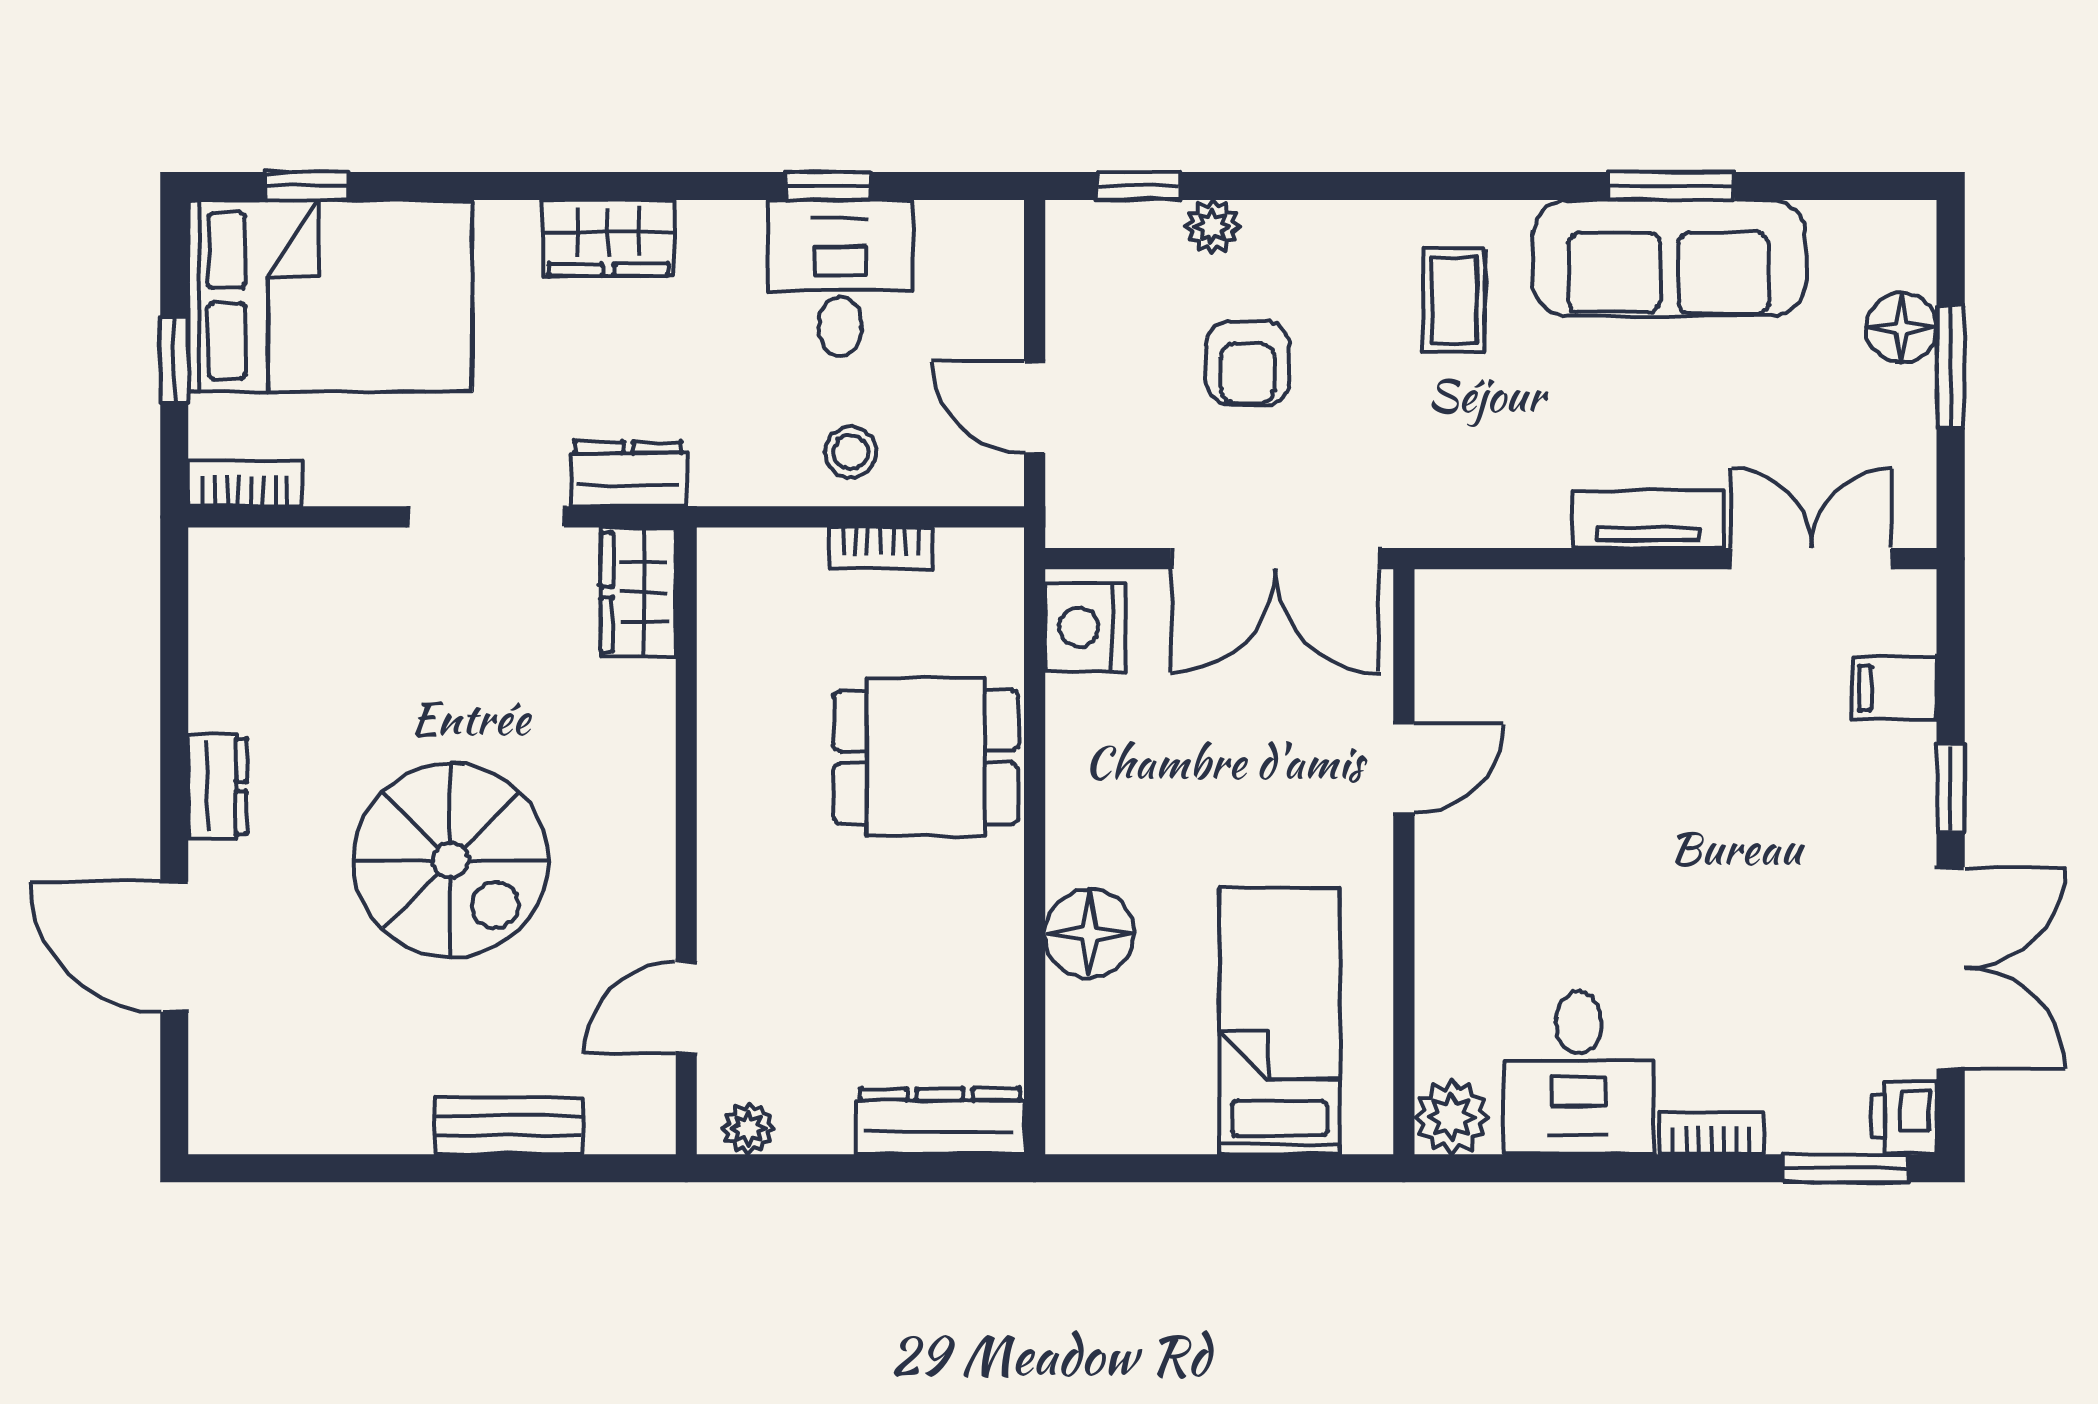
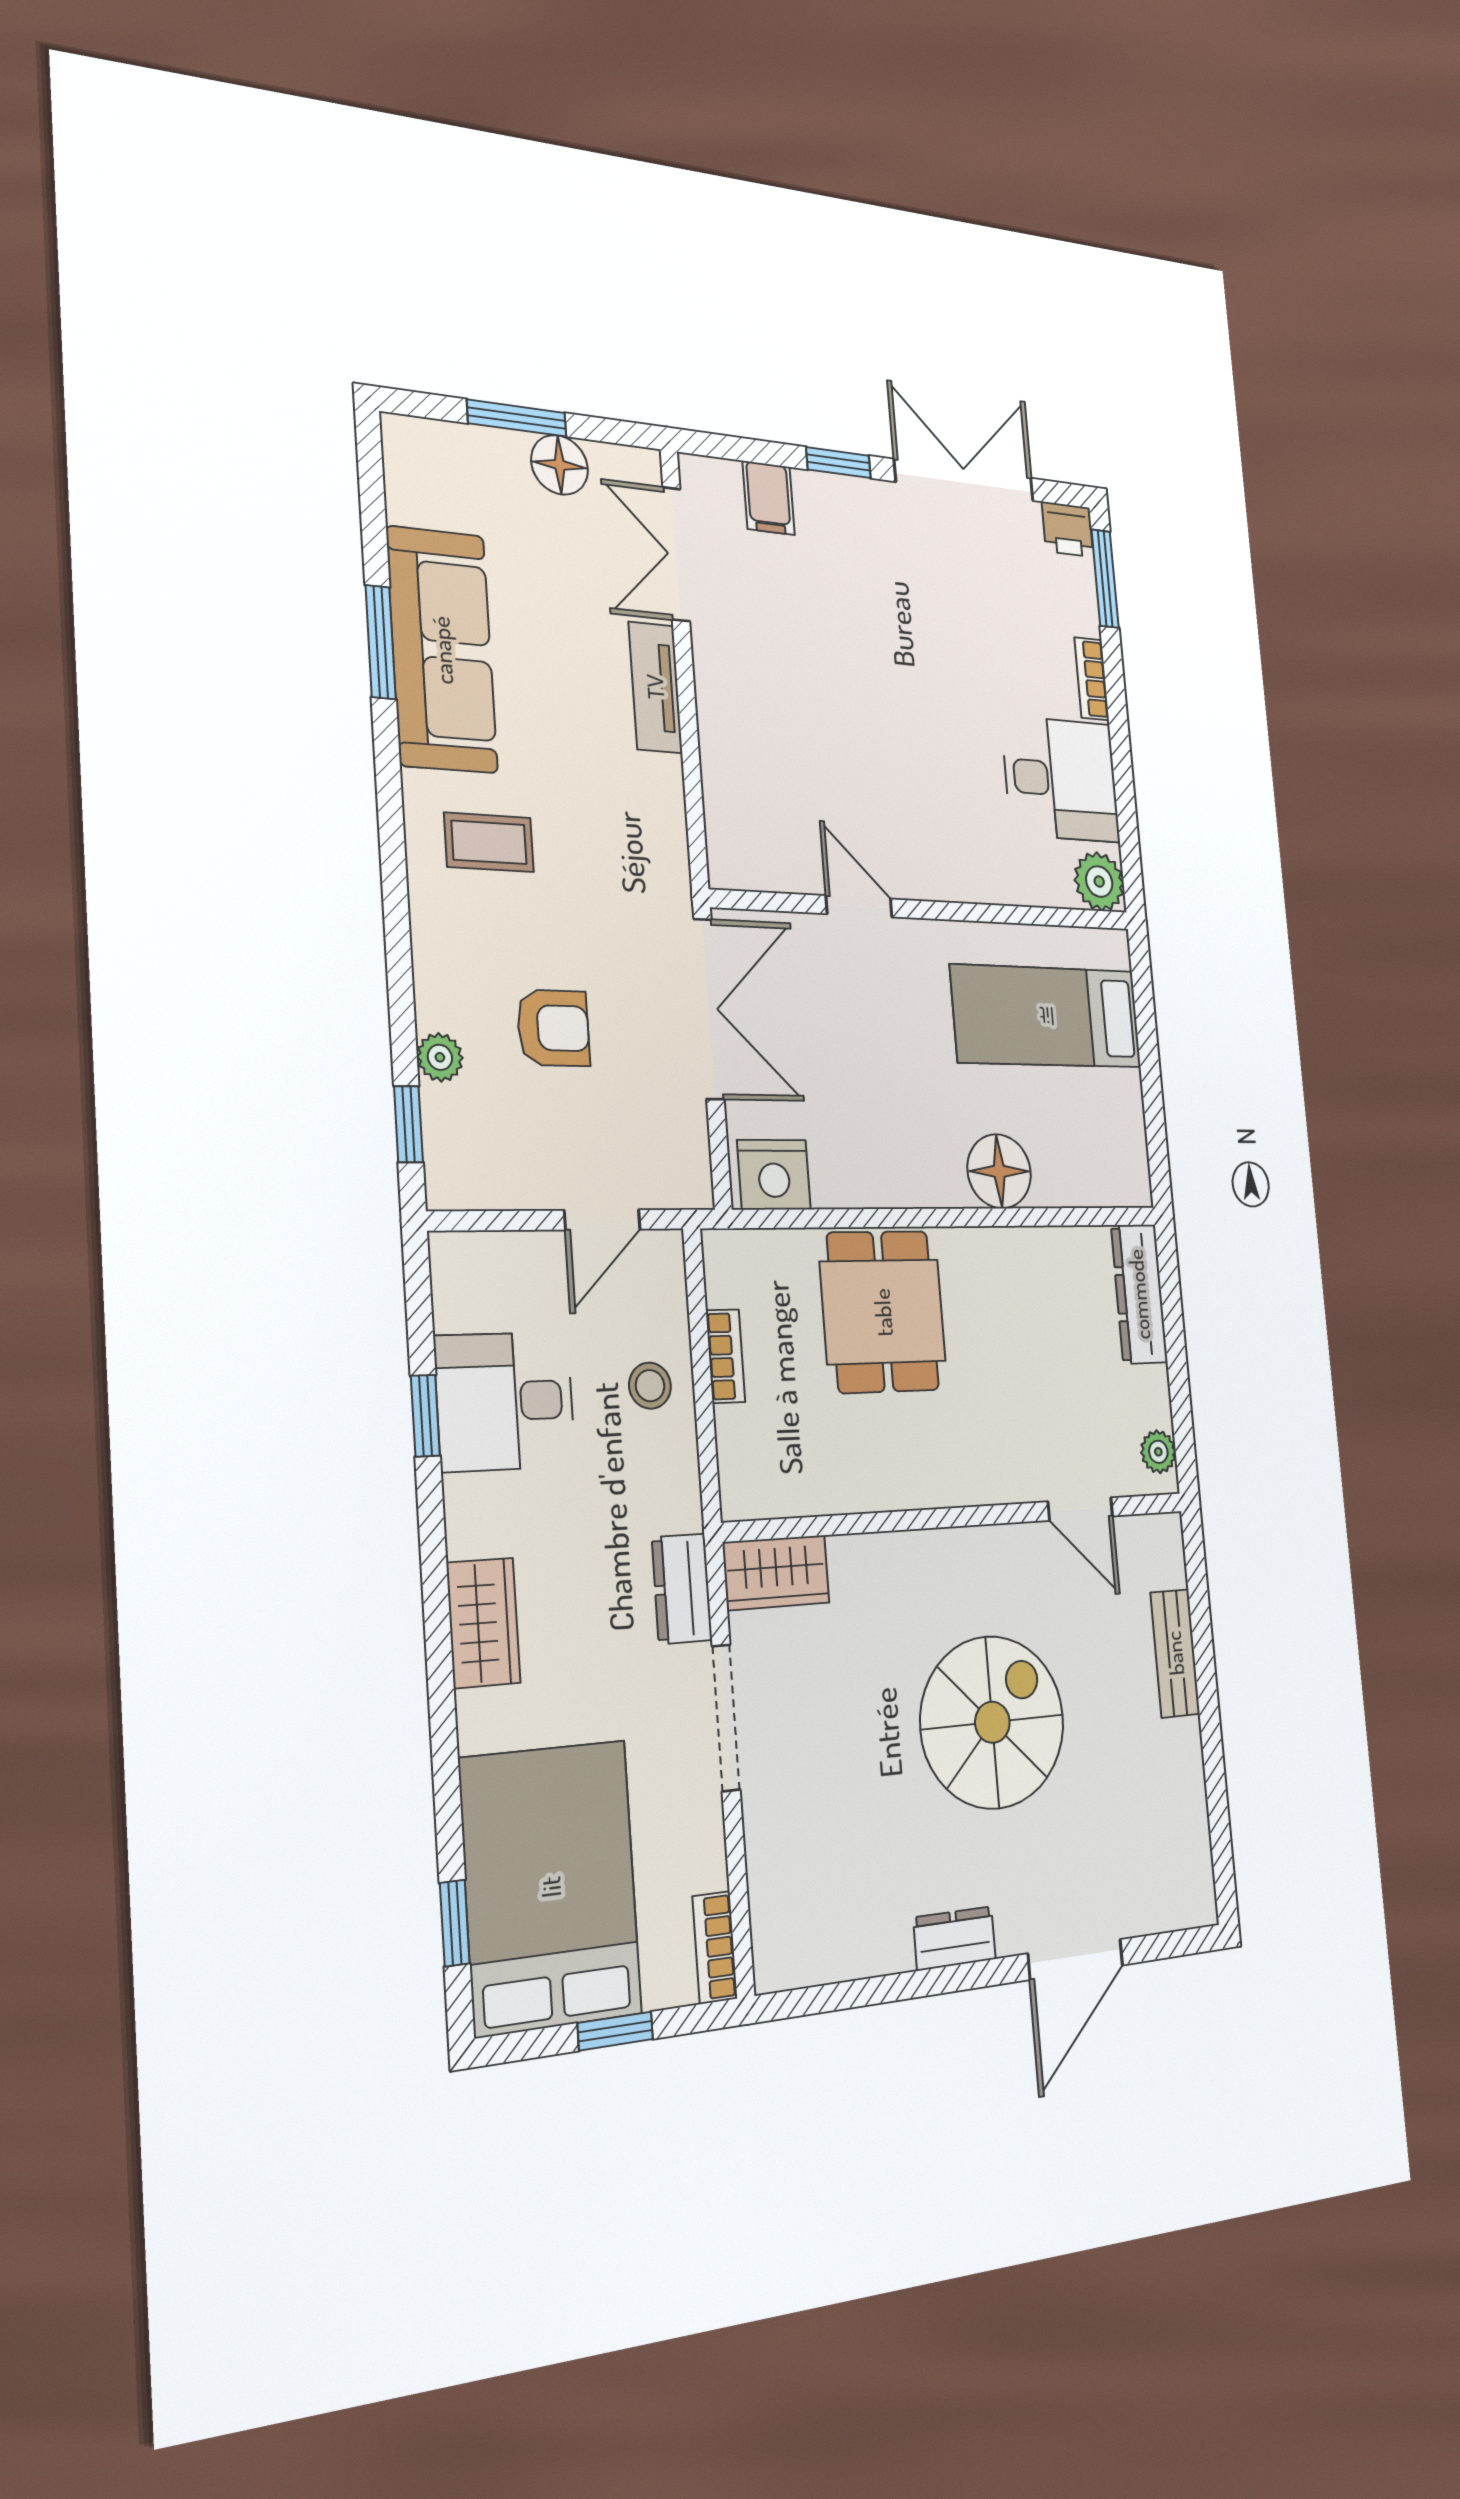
floor lamp: (1901, 328) -> (560, 465), moved

